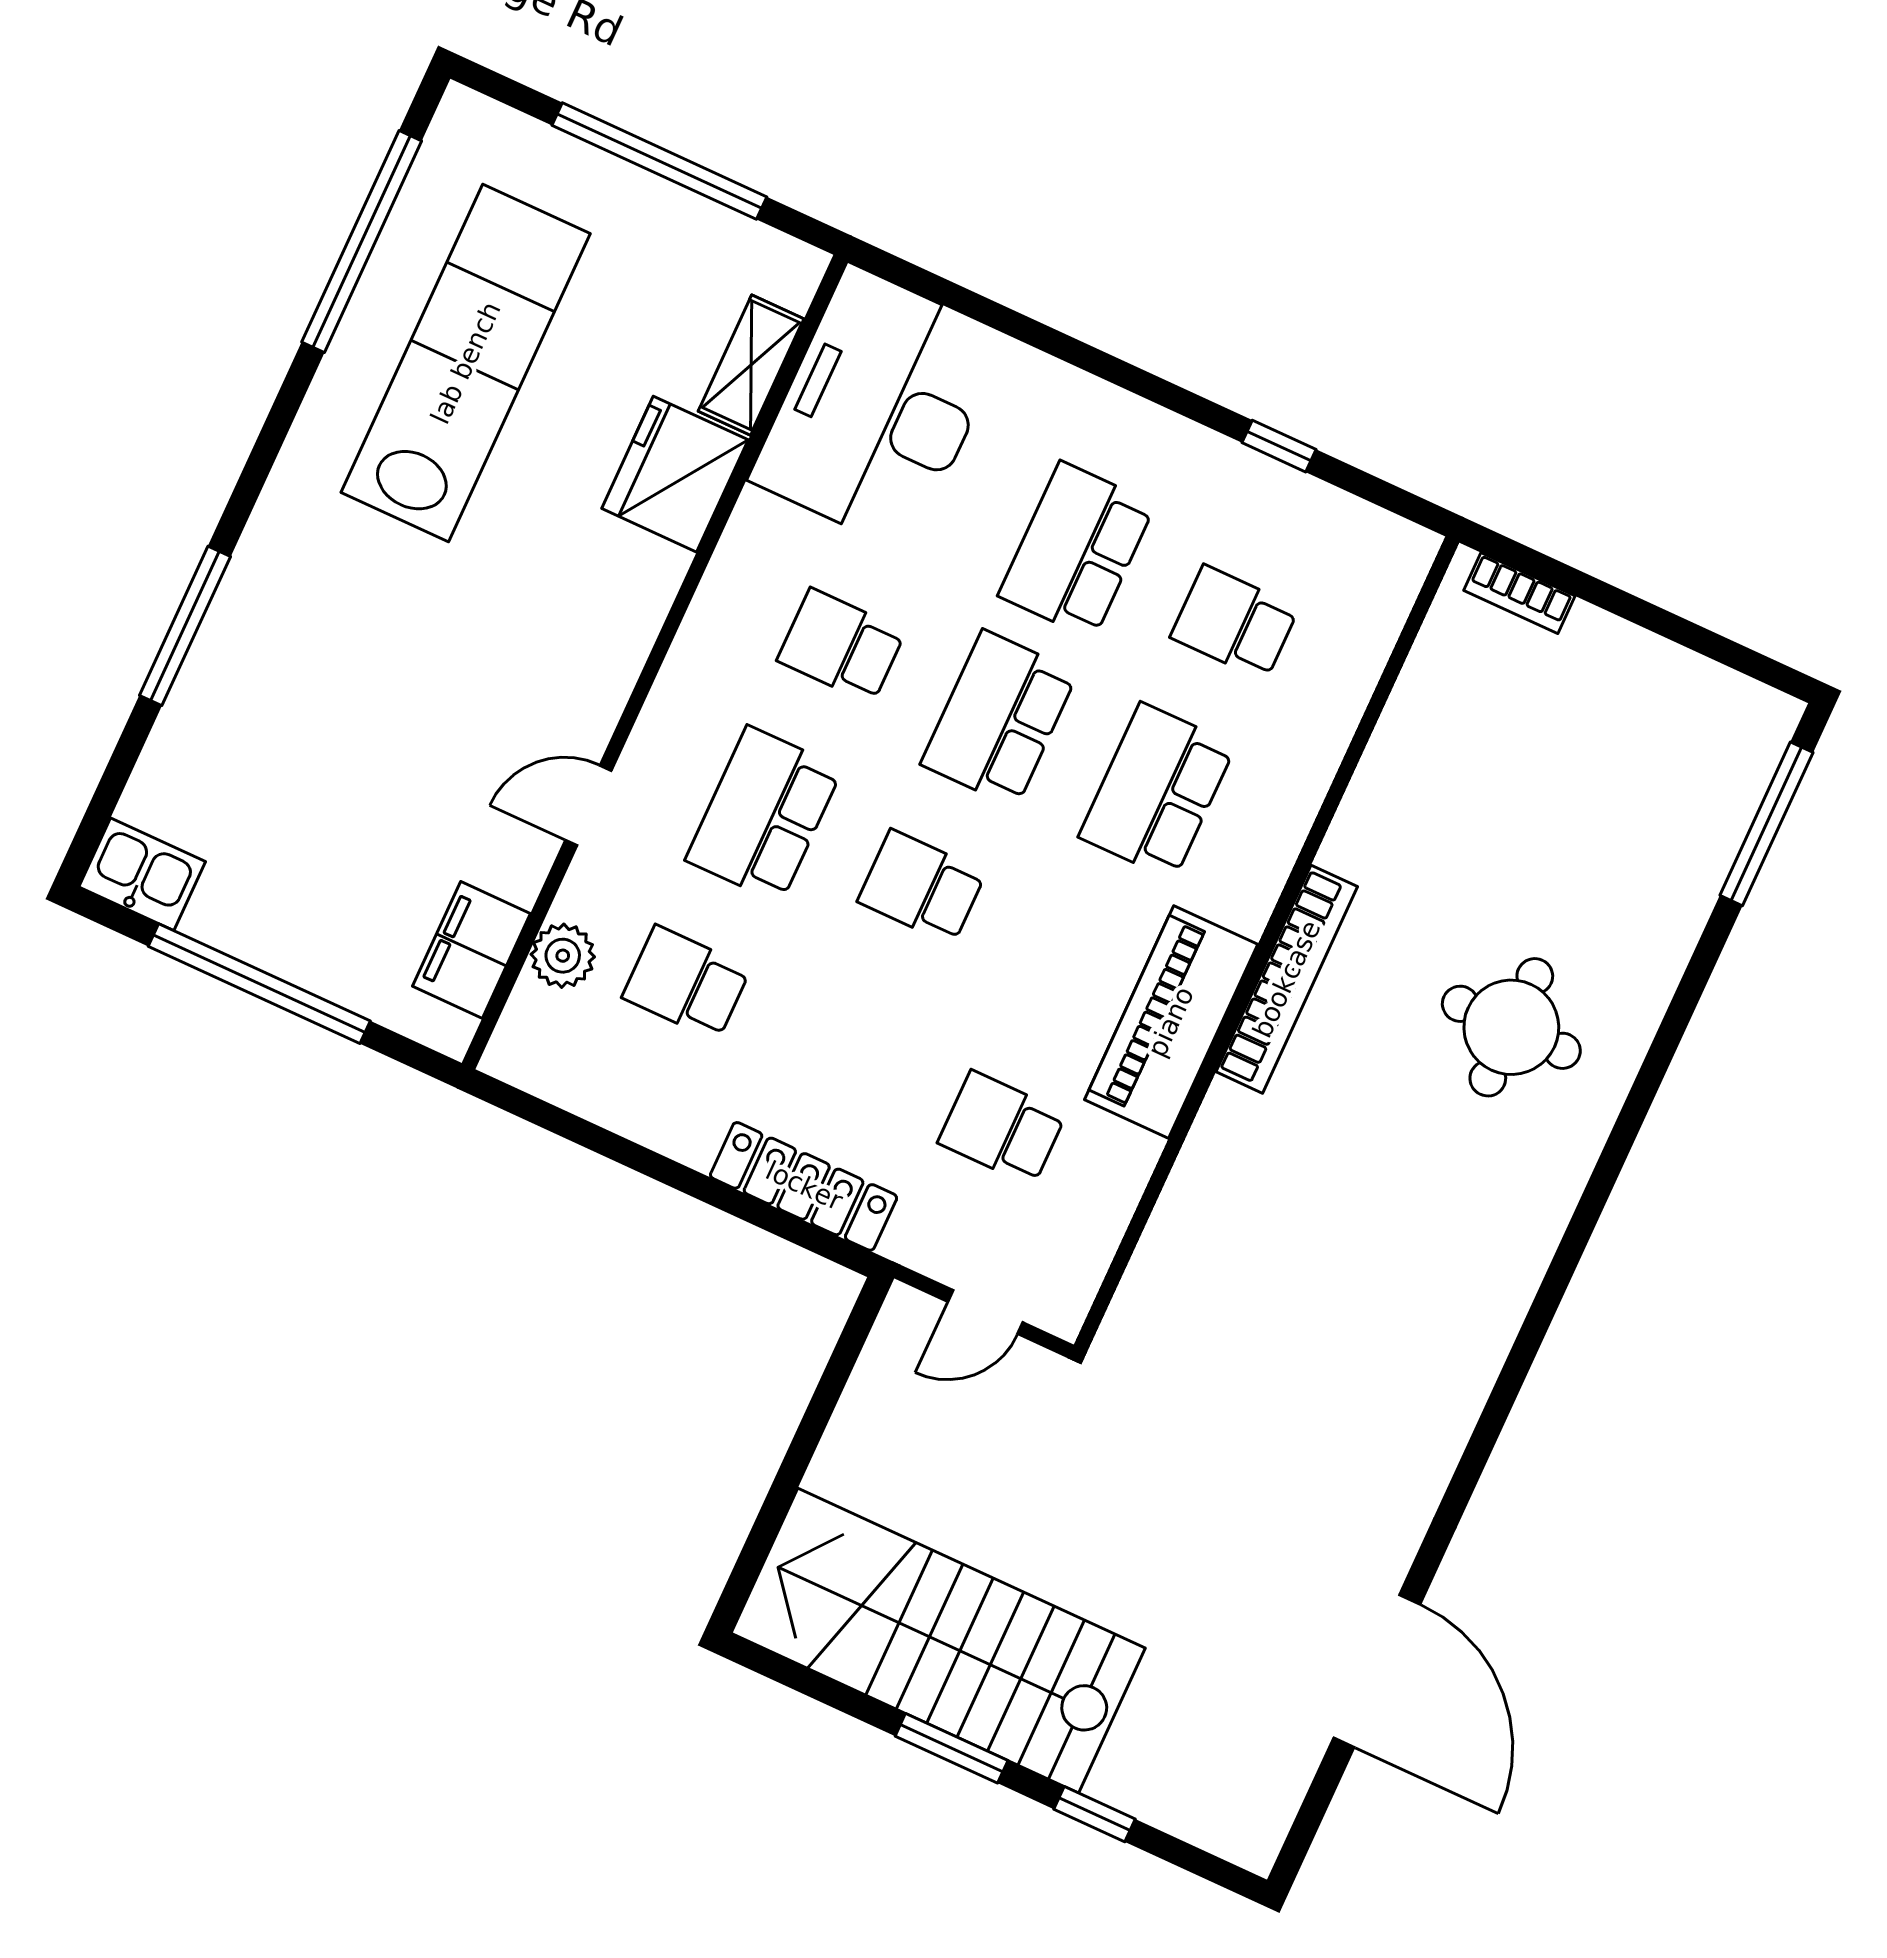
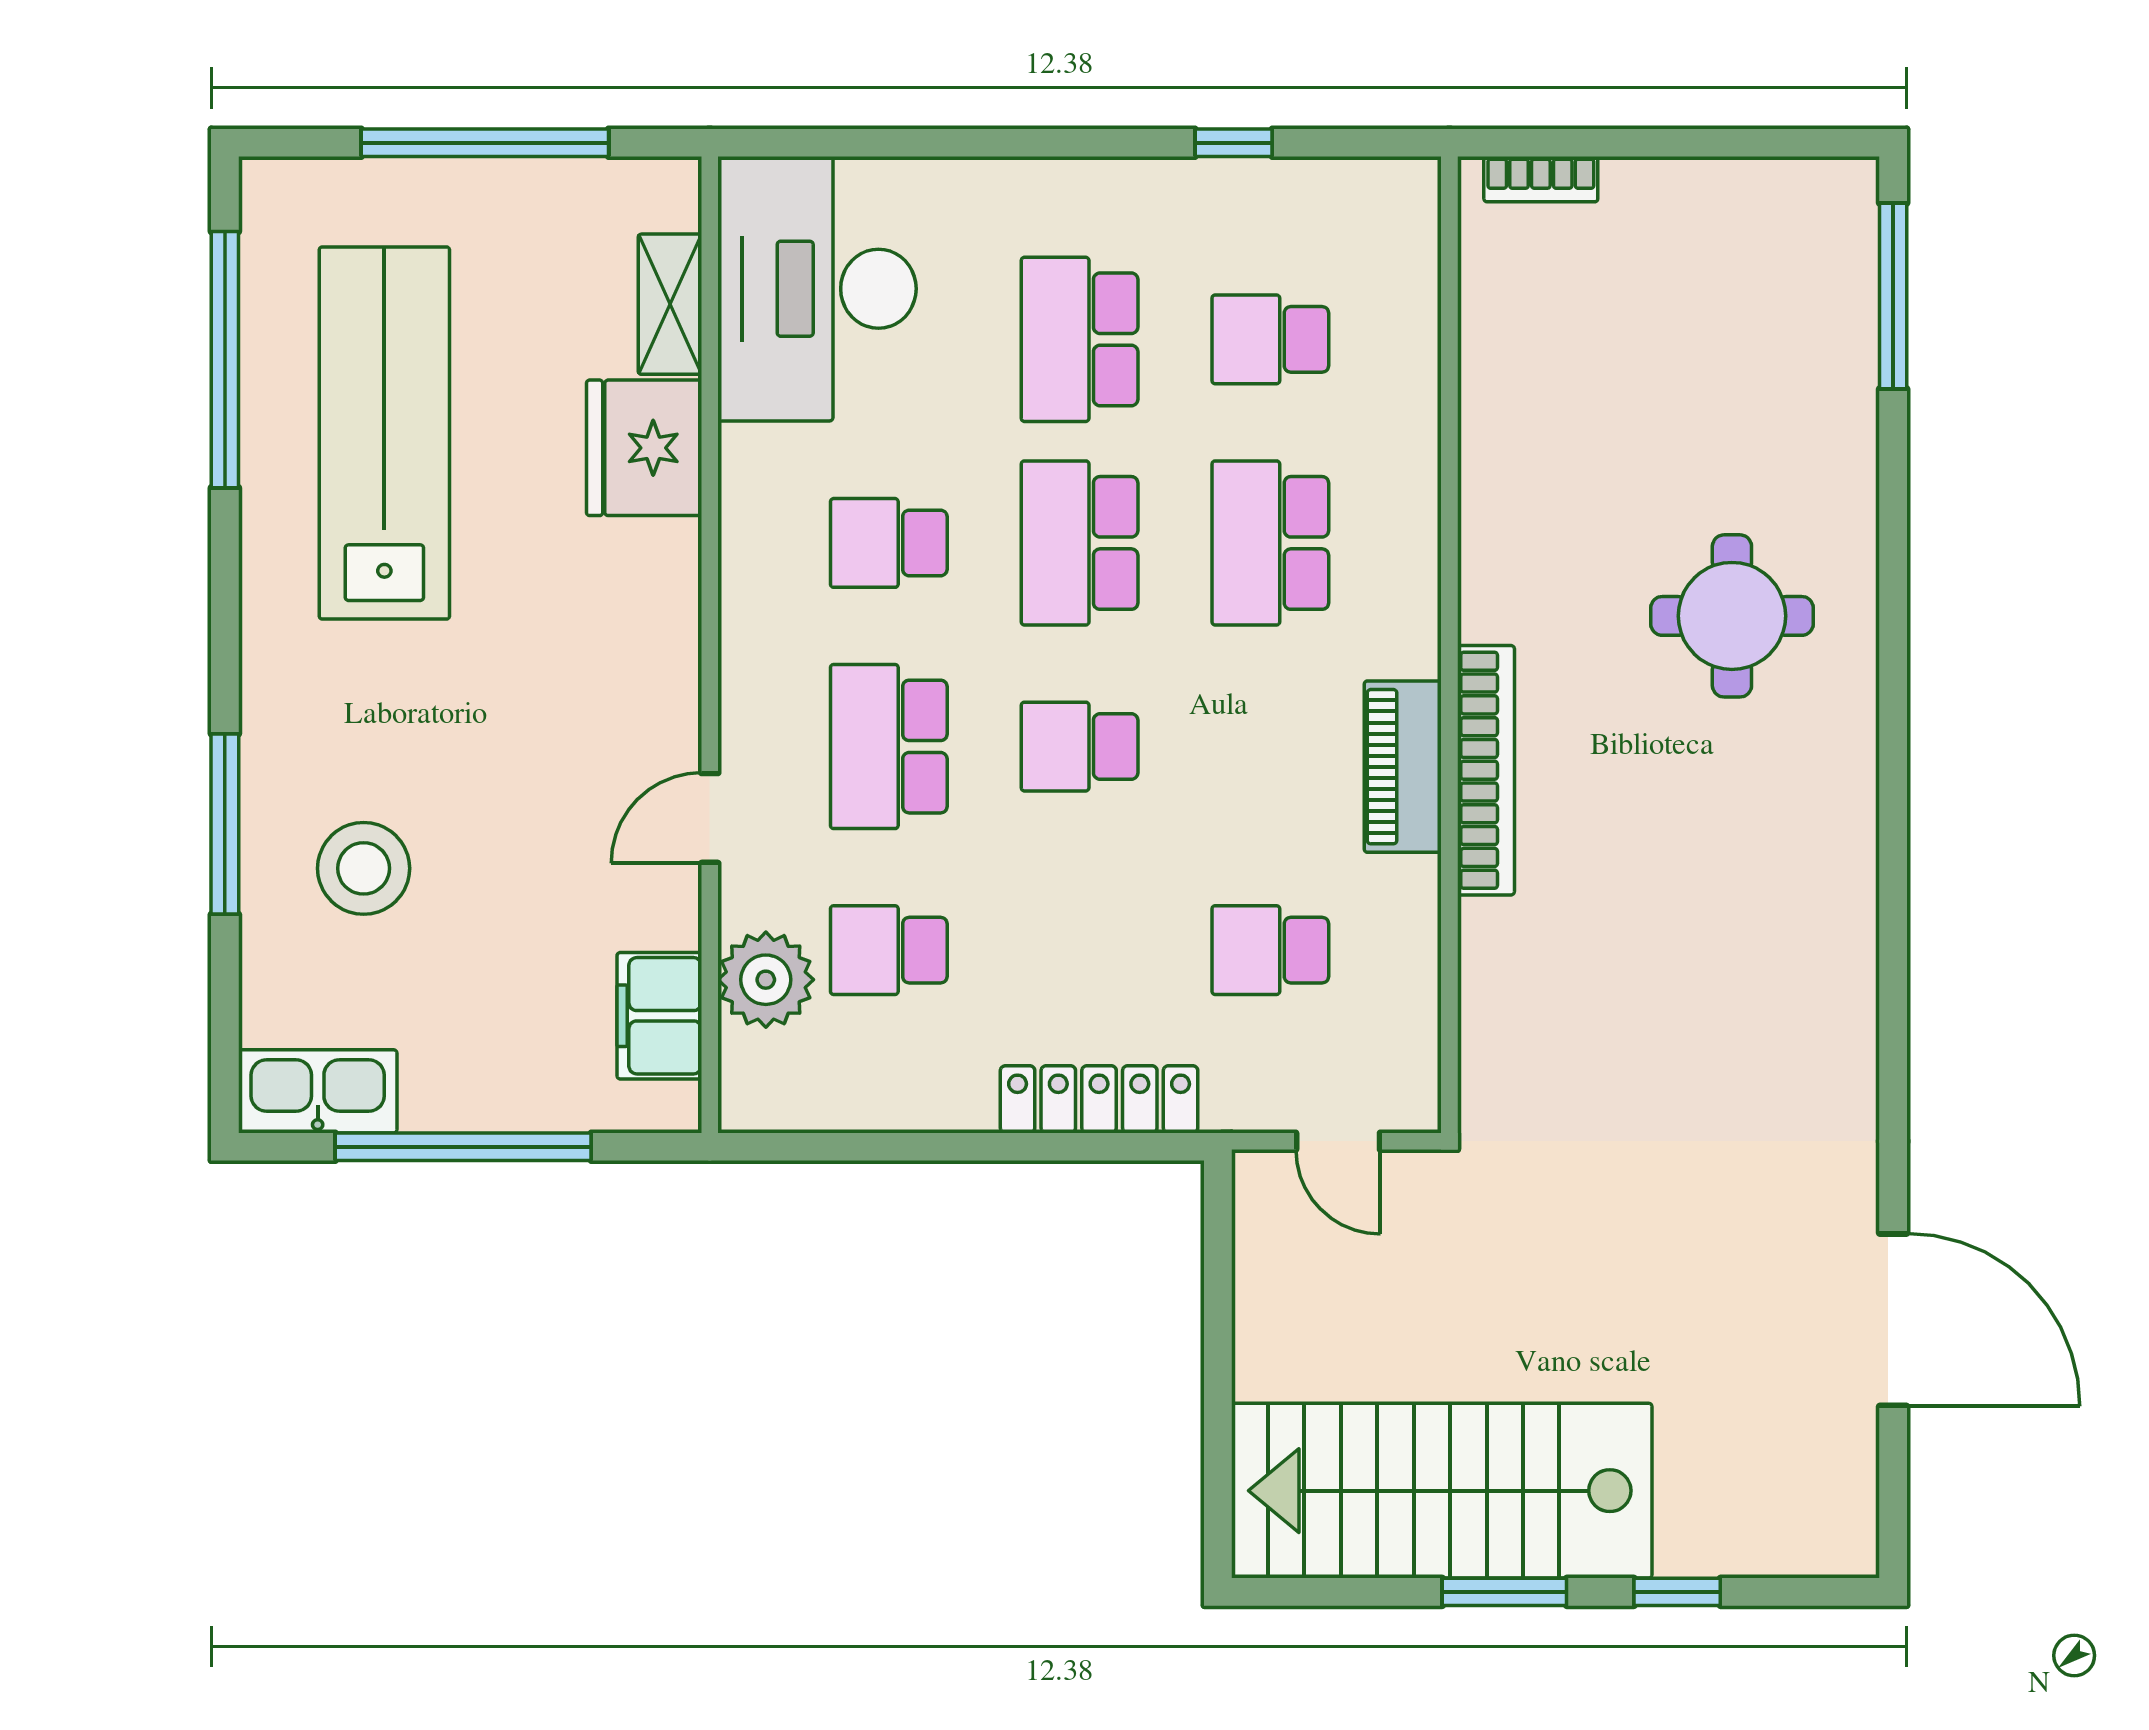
stool: (283, 715) -> (364, 868), added
kitchen sink: (142, 874) -> (318, 1091), width x1.38
plant: (563, 956) -> (766, 980), width x1.36, depth x1.36
bookcase: (1287, 979) -> (1486, 770), moved
piano: (1171, 1022) -> (1403, 767), width x0.73, depth x0.75
door: (985, 1312) -> (1338, 1141), hinge flipped

